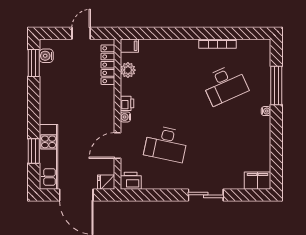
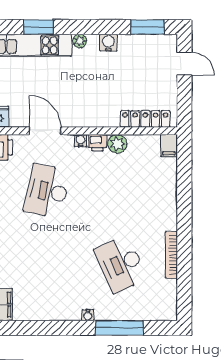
door: (81, 33) -> (184, 64), moved
water cooler: (46, 56) -> (108, 43), moved
plant: (128, 70) -> (117, 144), moved
plant: (45, 118) -> (80, 41), added

